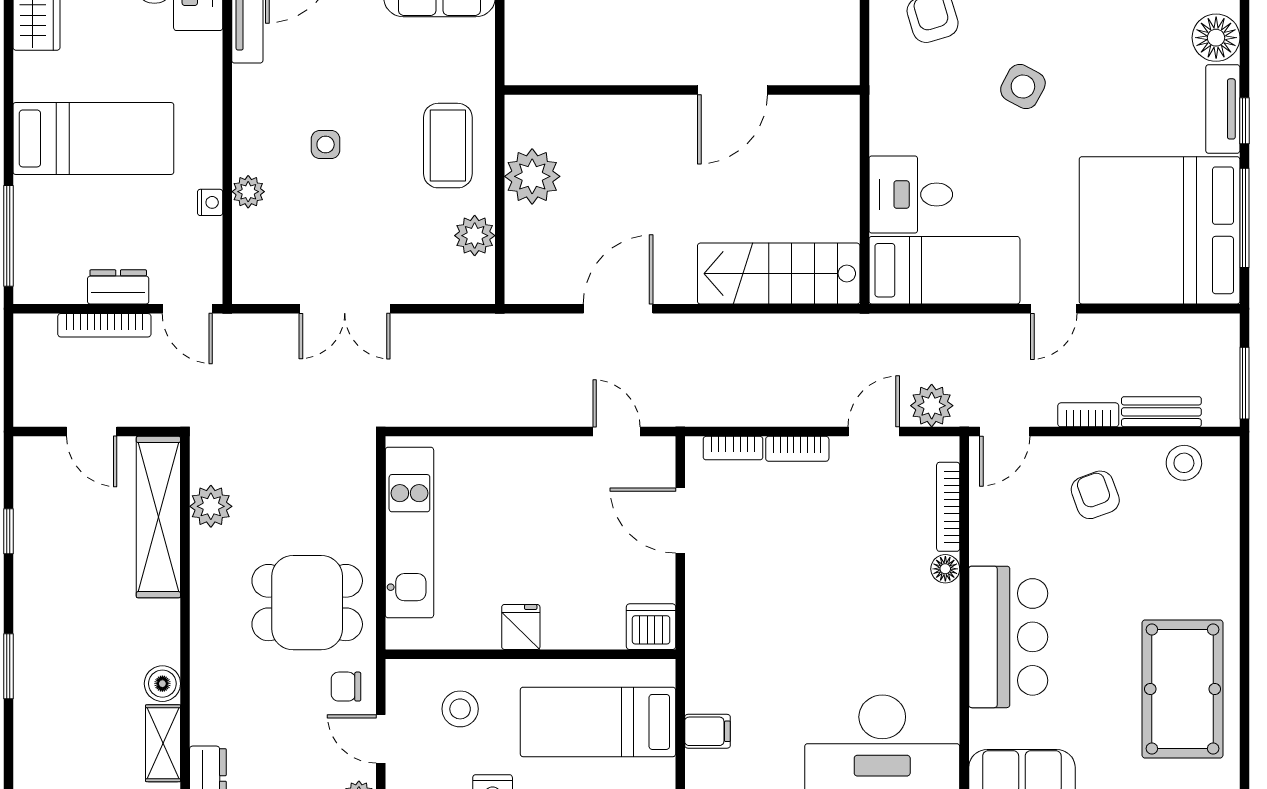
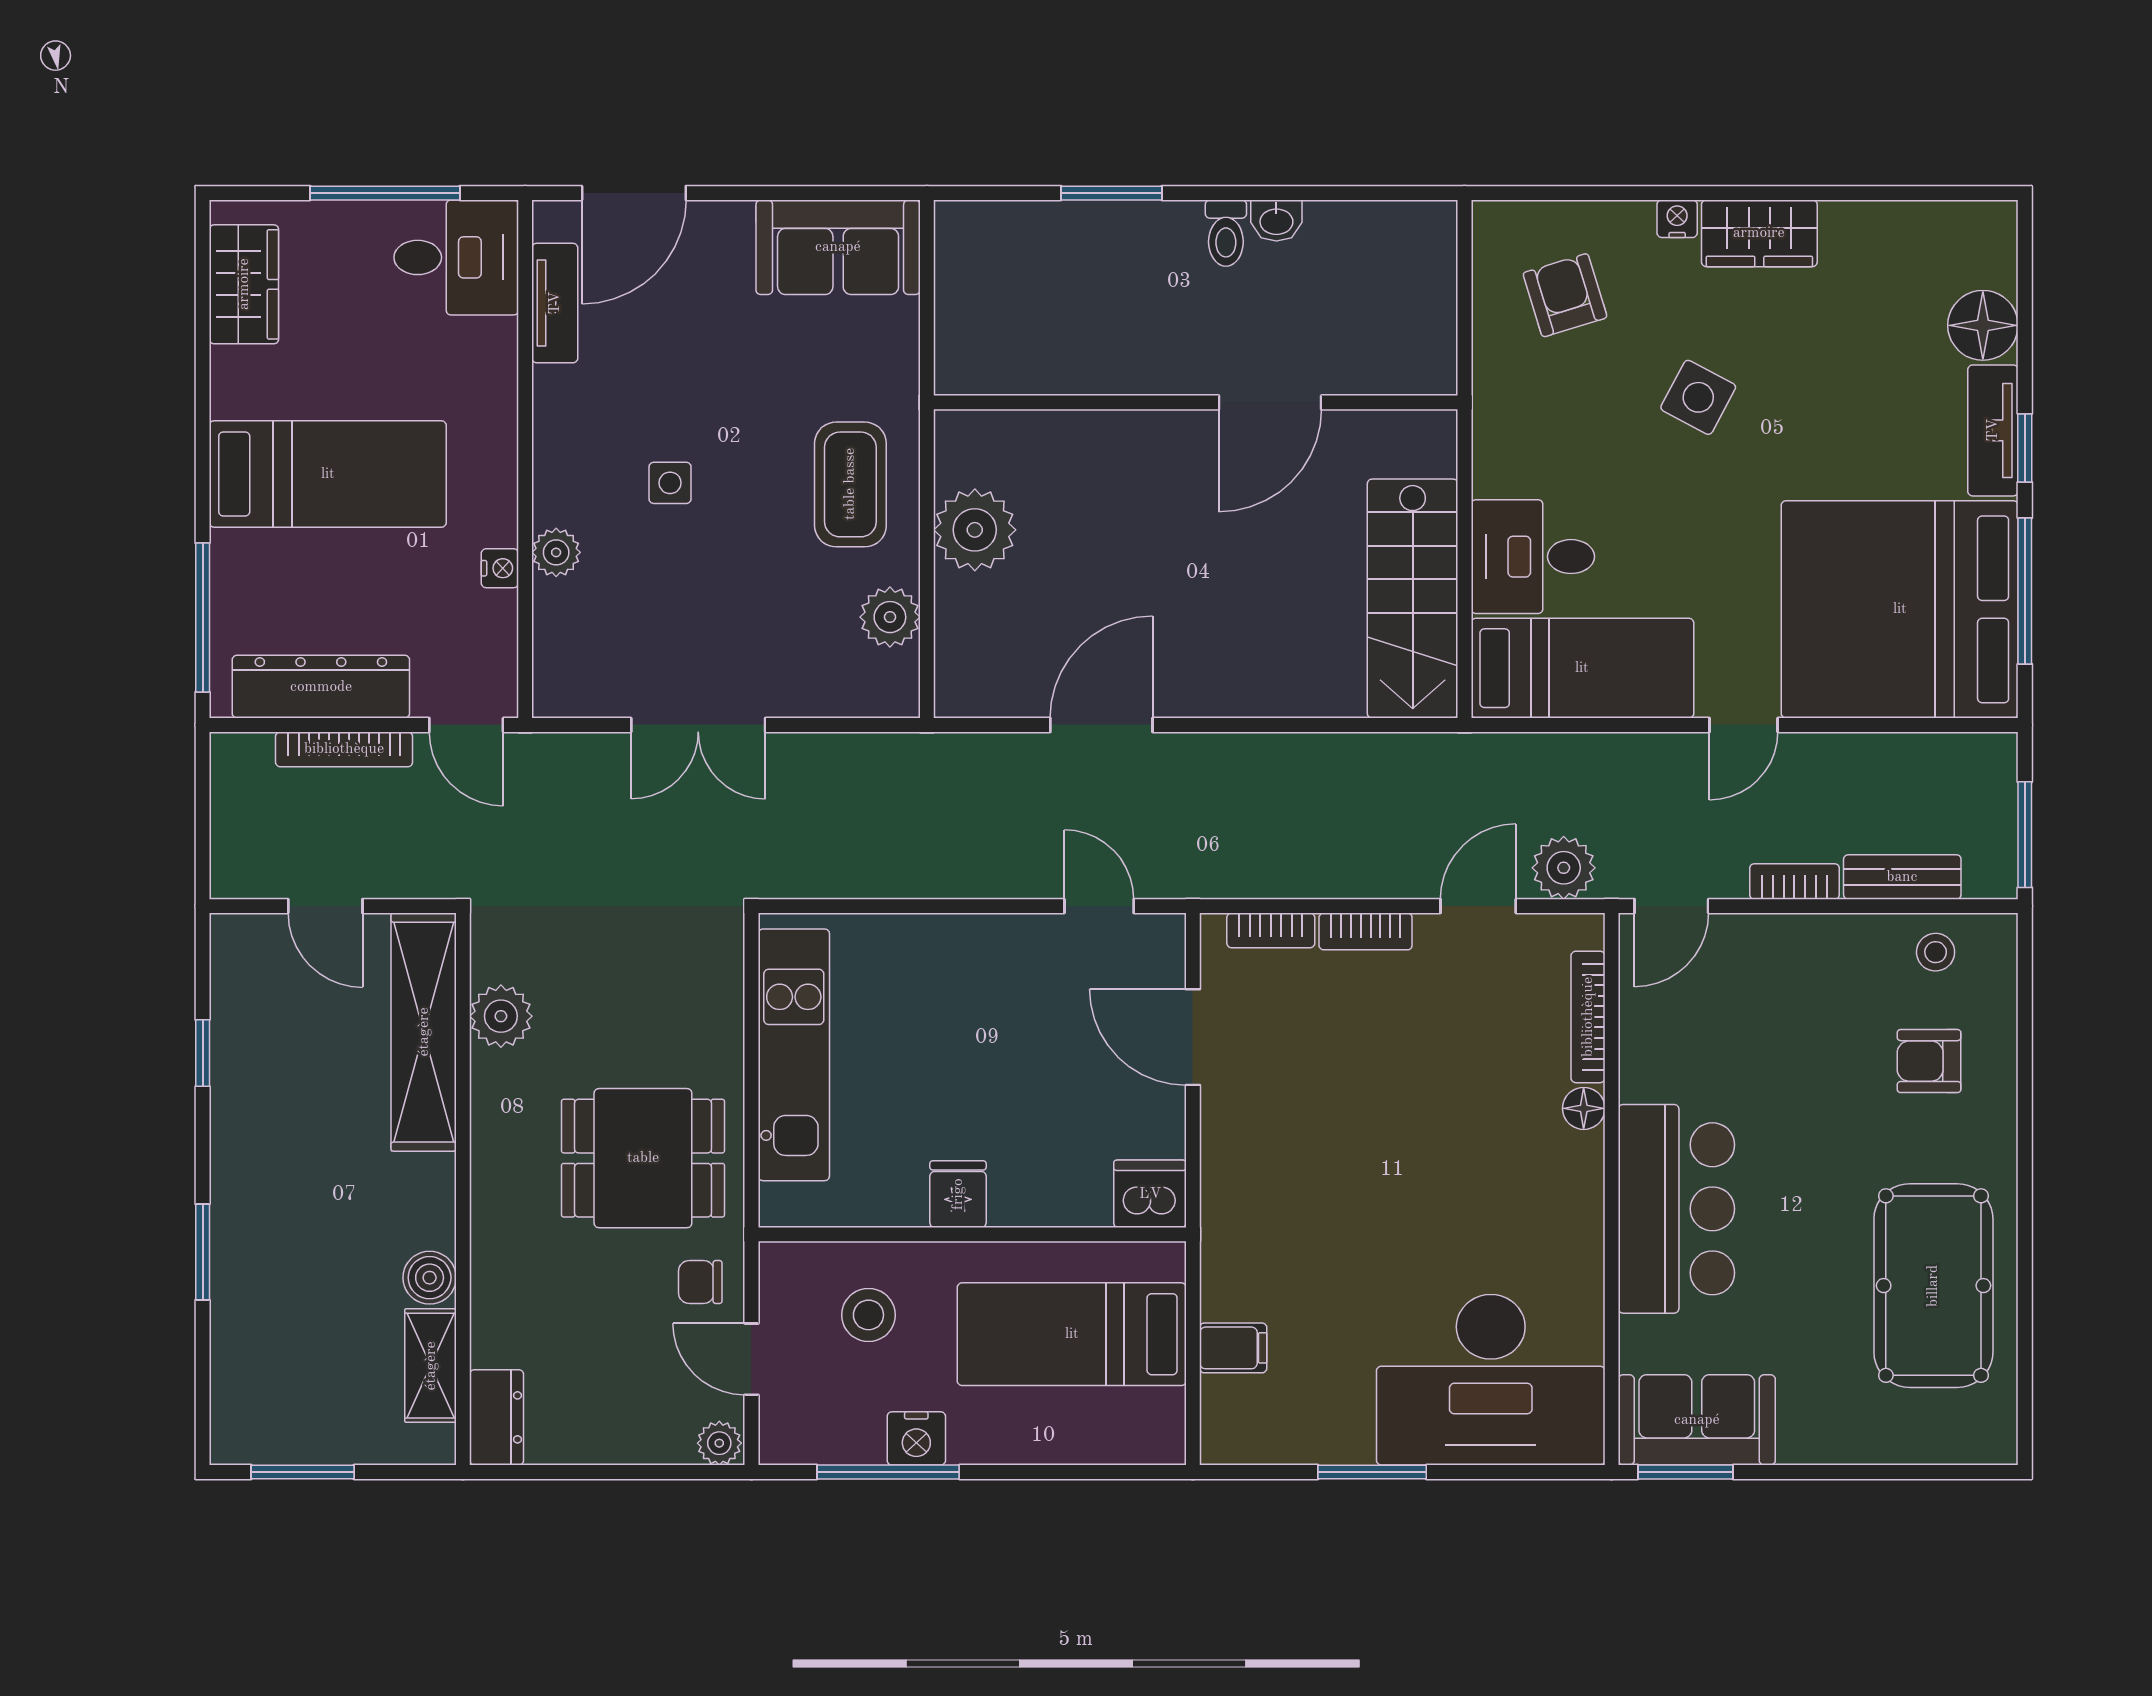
stairs: (779, 274) -> (1413, 599), moved, turned -90
dresser: (118, 287) -> (321, 687), width x1.96, depth x1.24
stool: (1184, 463) -> (1936, 952), width x0.73, depth x0.73
armchair: (1095, 495) -> (1929, 1061), moved, turned -70

